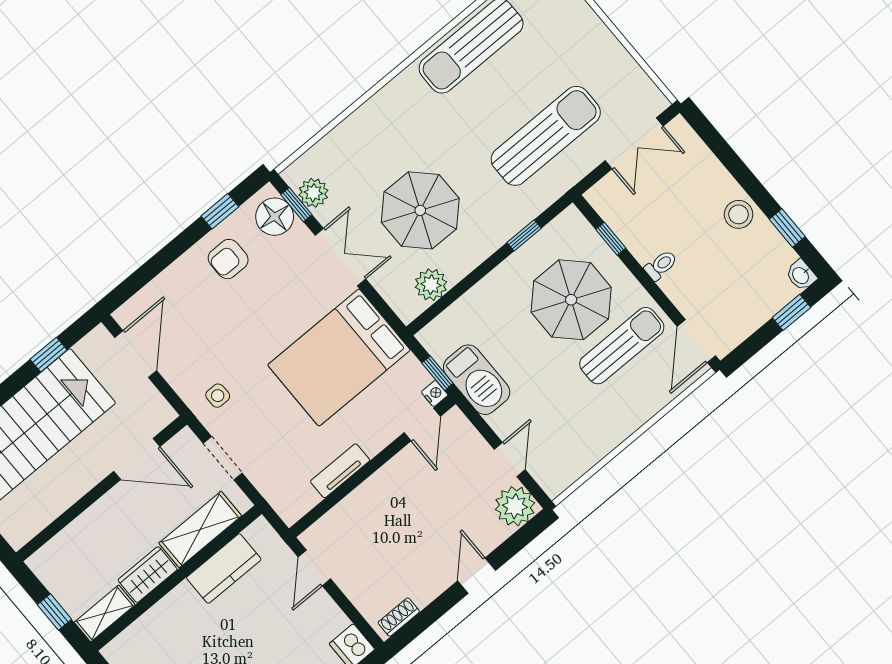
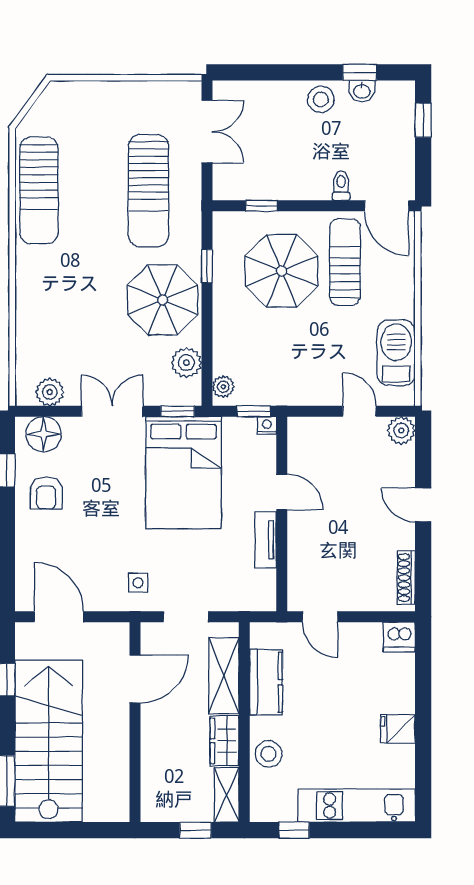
sun lounger: (546, 136) -> (148, 191), turned 180
window: (296, 205) -> (178, 411), moved
parasol: (420, 210) -> (163, 300), moved
toilet: (661, 265) -> (341, 186), moved
washbasin: (801, 275) -> (362, 91), moved
plant: (436, 331) -> (223, 387), added
barbecue: (477, 380) -> (396, 353), moved, turned -90
door: (422, 424) -> (282, 492), moved
plant: (515, 506) -> (401, 430), width x0.73, depth x0.73
shoe rack: (399, 617) -> (406, 578), width x1.43
stool: (167, 620) -> (269, 754), added

